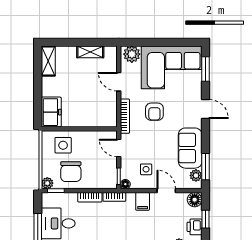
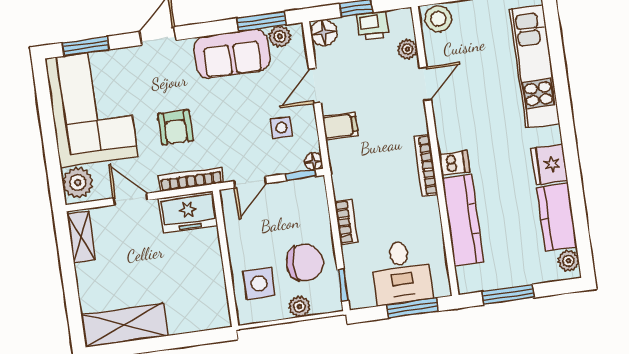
shelving: (90, 52) -> (81, 237), moved
shelving: (48, 61) -> (124, 325), width x1.50, depth x1.33
door: (119, 82) -> (131, 199), swing flipped
freezer: (51, 112) -> (188, 212), moved, turned 180
armchair: (154, 112) -> (176, 127), turned 90
plant: (47, 183) -> (299, 307), moved
bookcase: (114, 197) -> (339, 178), removed

